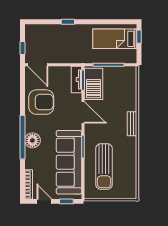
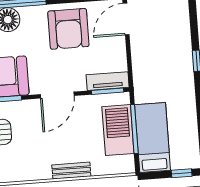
bed: (115, 39) -> (153, 137), moved
barbecue: (94, 84) -> (118, 130), moved, turned 90
bench: (132, 124) -> (71, 171), moved

